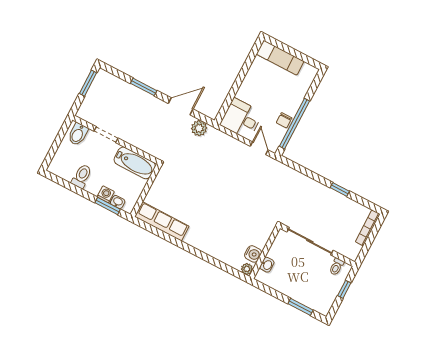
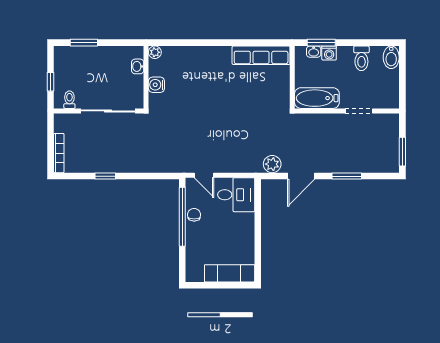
bidet: (78, 134) -> (391, 57), moved, turned 180
water cooler: (253, 254) -> (156, 85), moved

